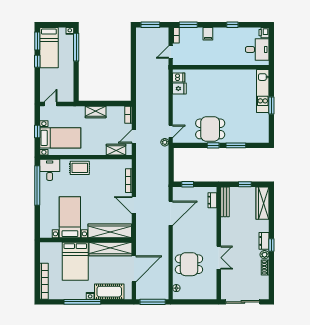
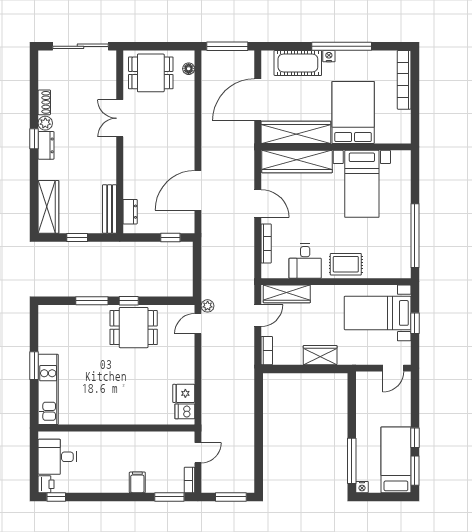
window: (232, 25) -> (56, 497), moved
wardrobe: (116, 150) -> (287, 294), width x1.50
desk: (50, 170) -> (305, 261), moved
dining table: (189, 264) -> (151, 73), moved

